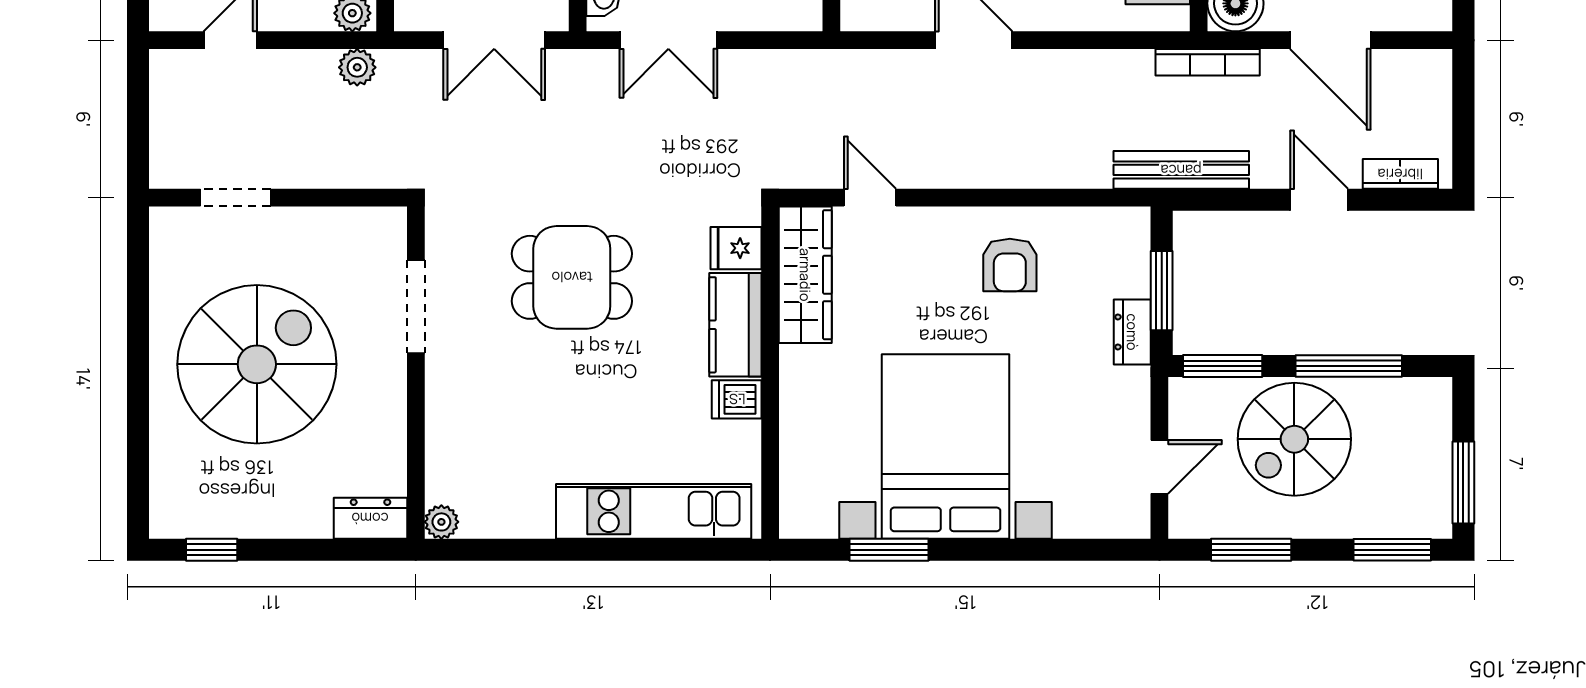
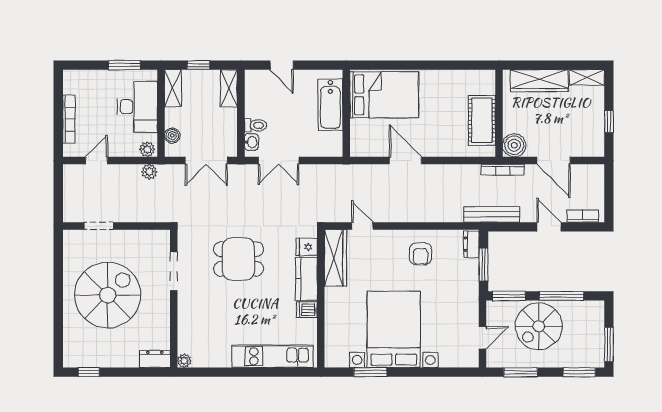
dresser: (1132, 332) -> (471, 244), moved

